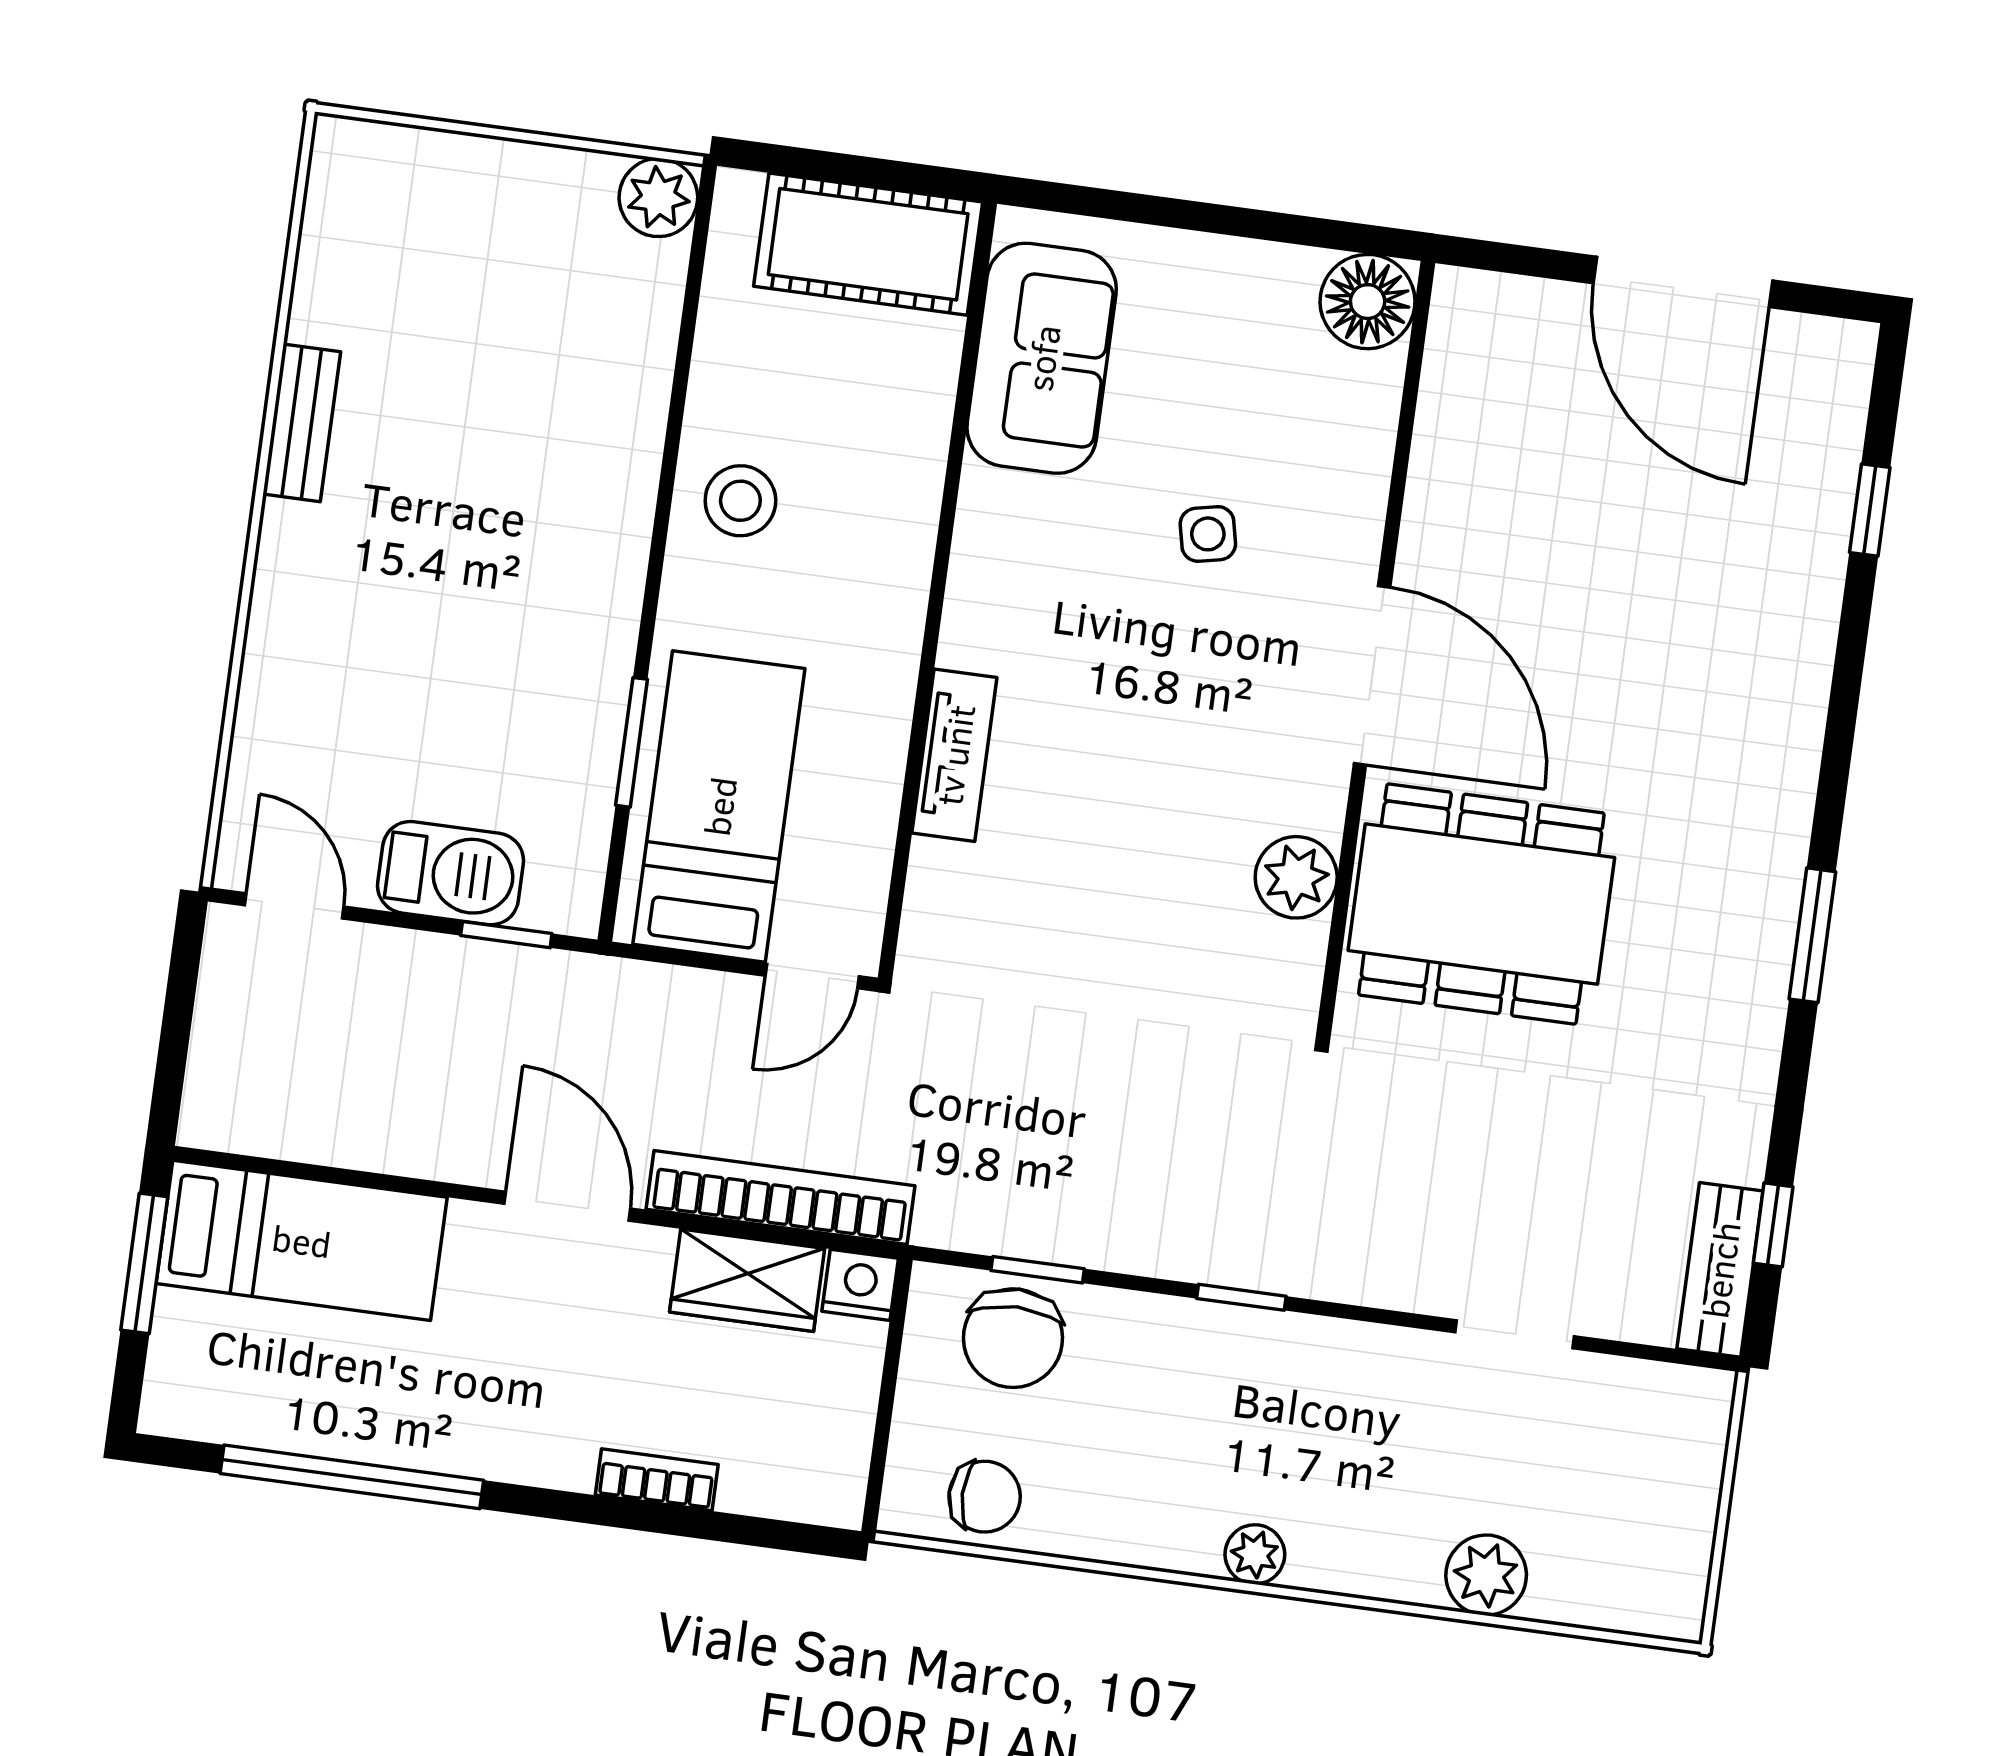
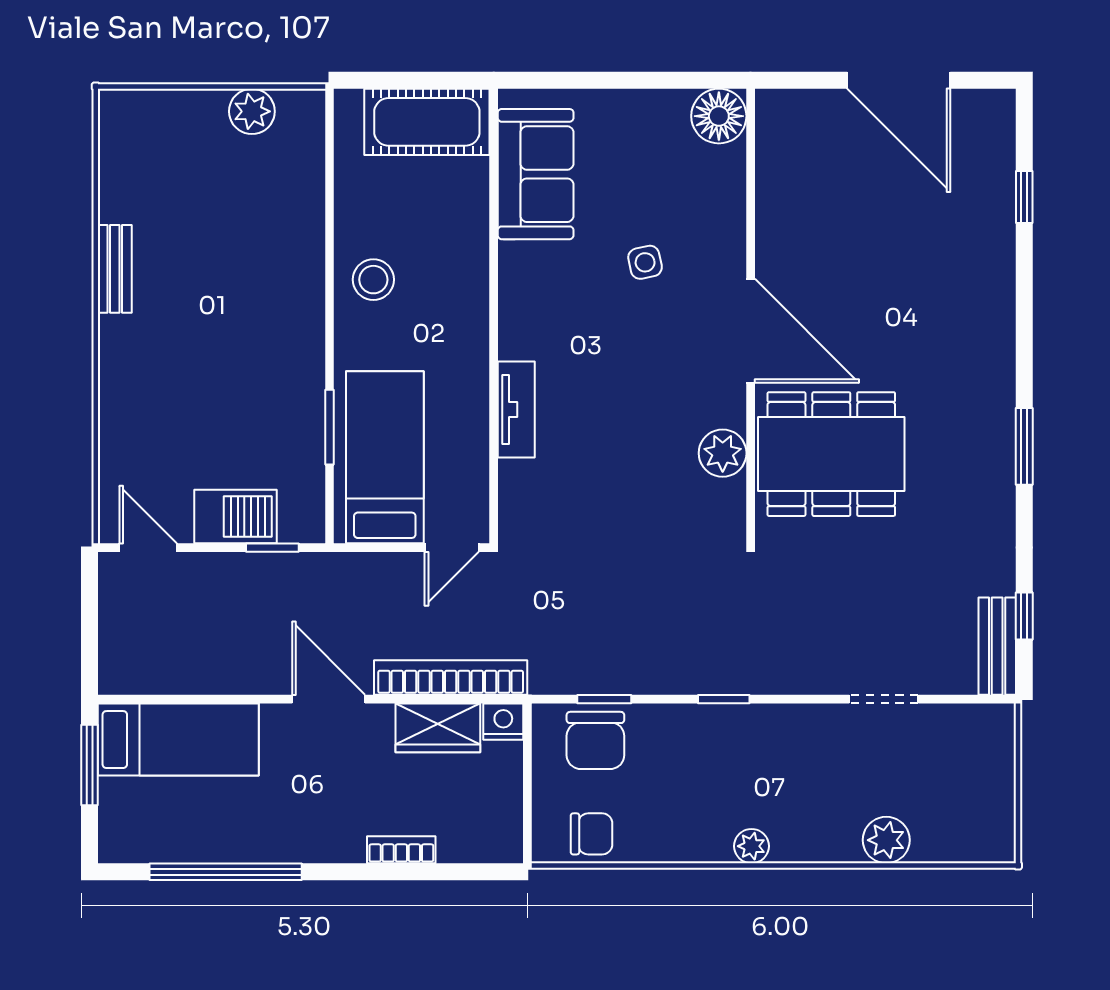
plant: (658, 197) -> (252, 111), moved

